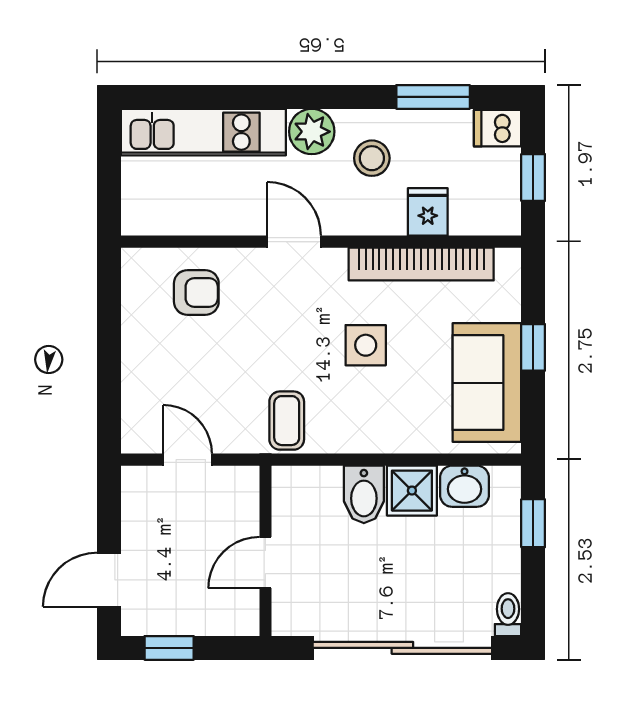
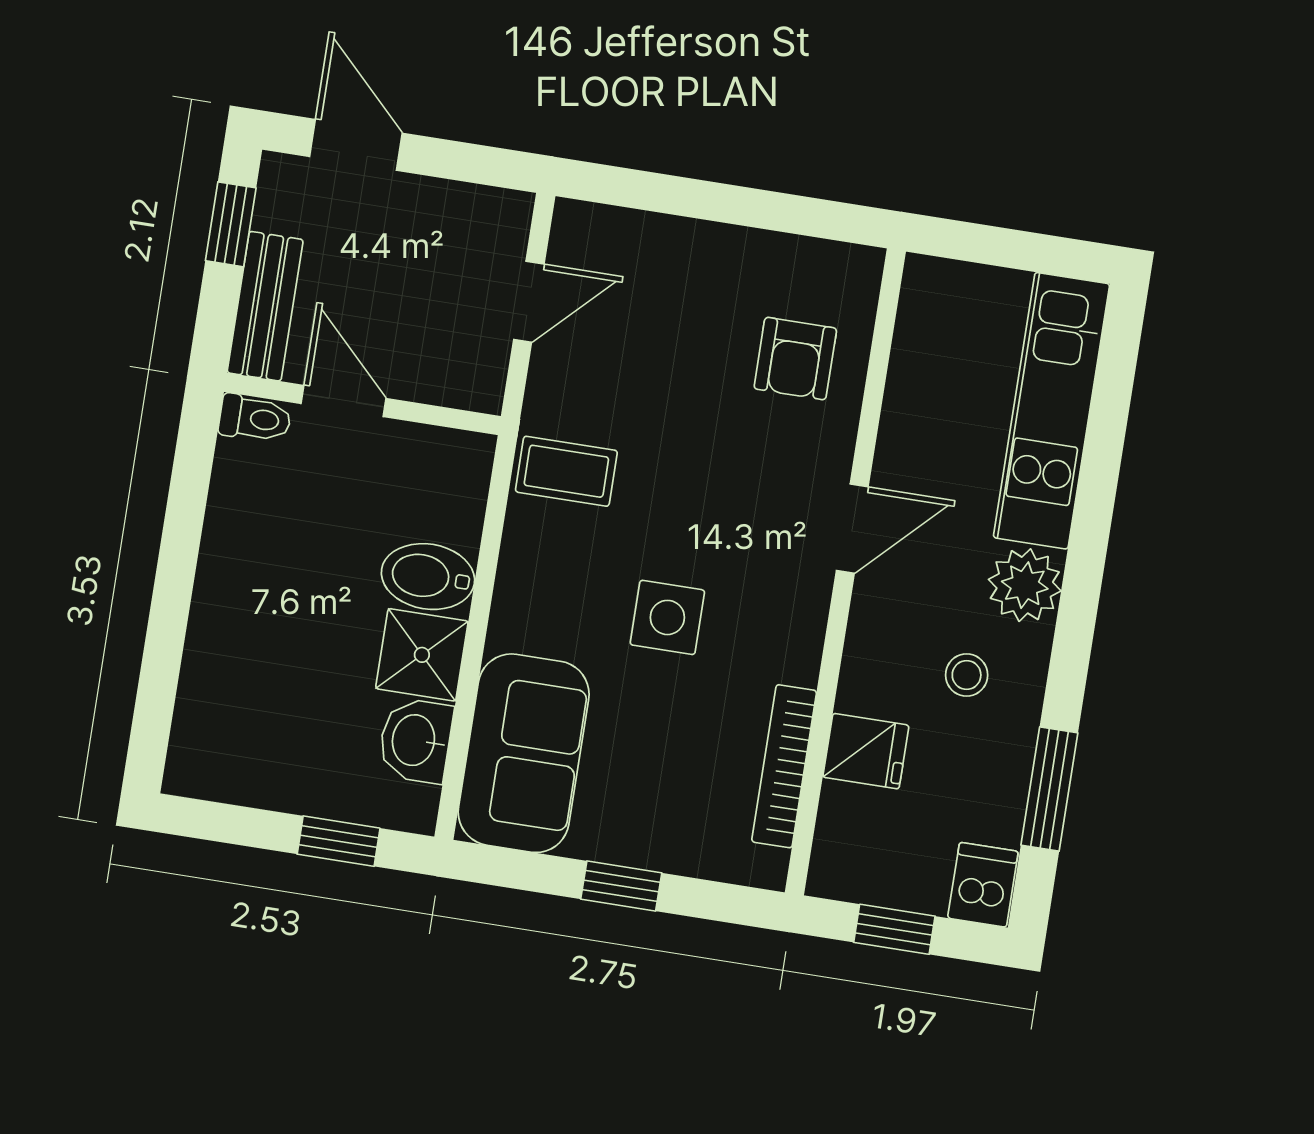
stool: (372, 158) -> (967, 675), width x0.73, depth x0.73
bookcase: (421, 264) -> (784, 766), width x0.68, depth x0.76
sofa: (487, 383) -> (524, 753), moved, turned 90
toilet: (508, 615) -> (255, 418), moved
bench: (216, 619) -> (265, 306), added
sliding door: (402, 648) -> (171, 599), removed

